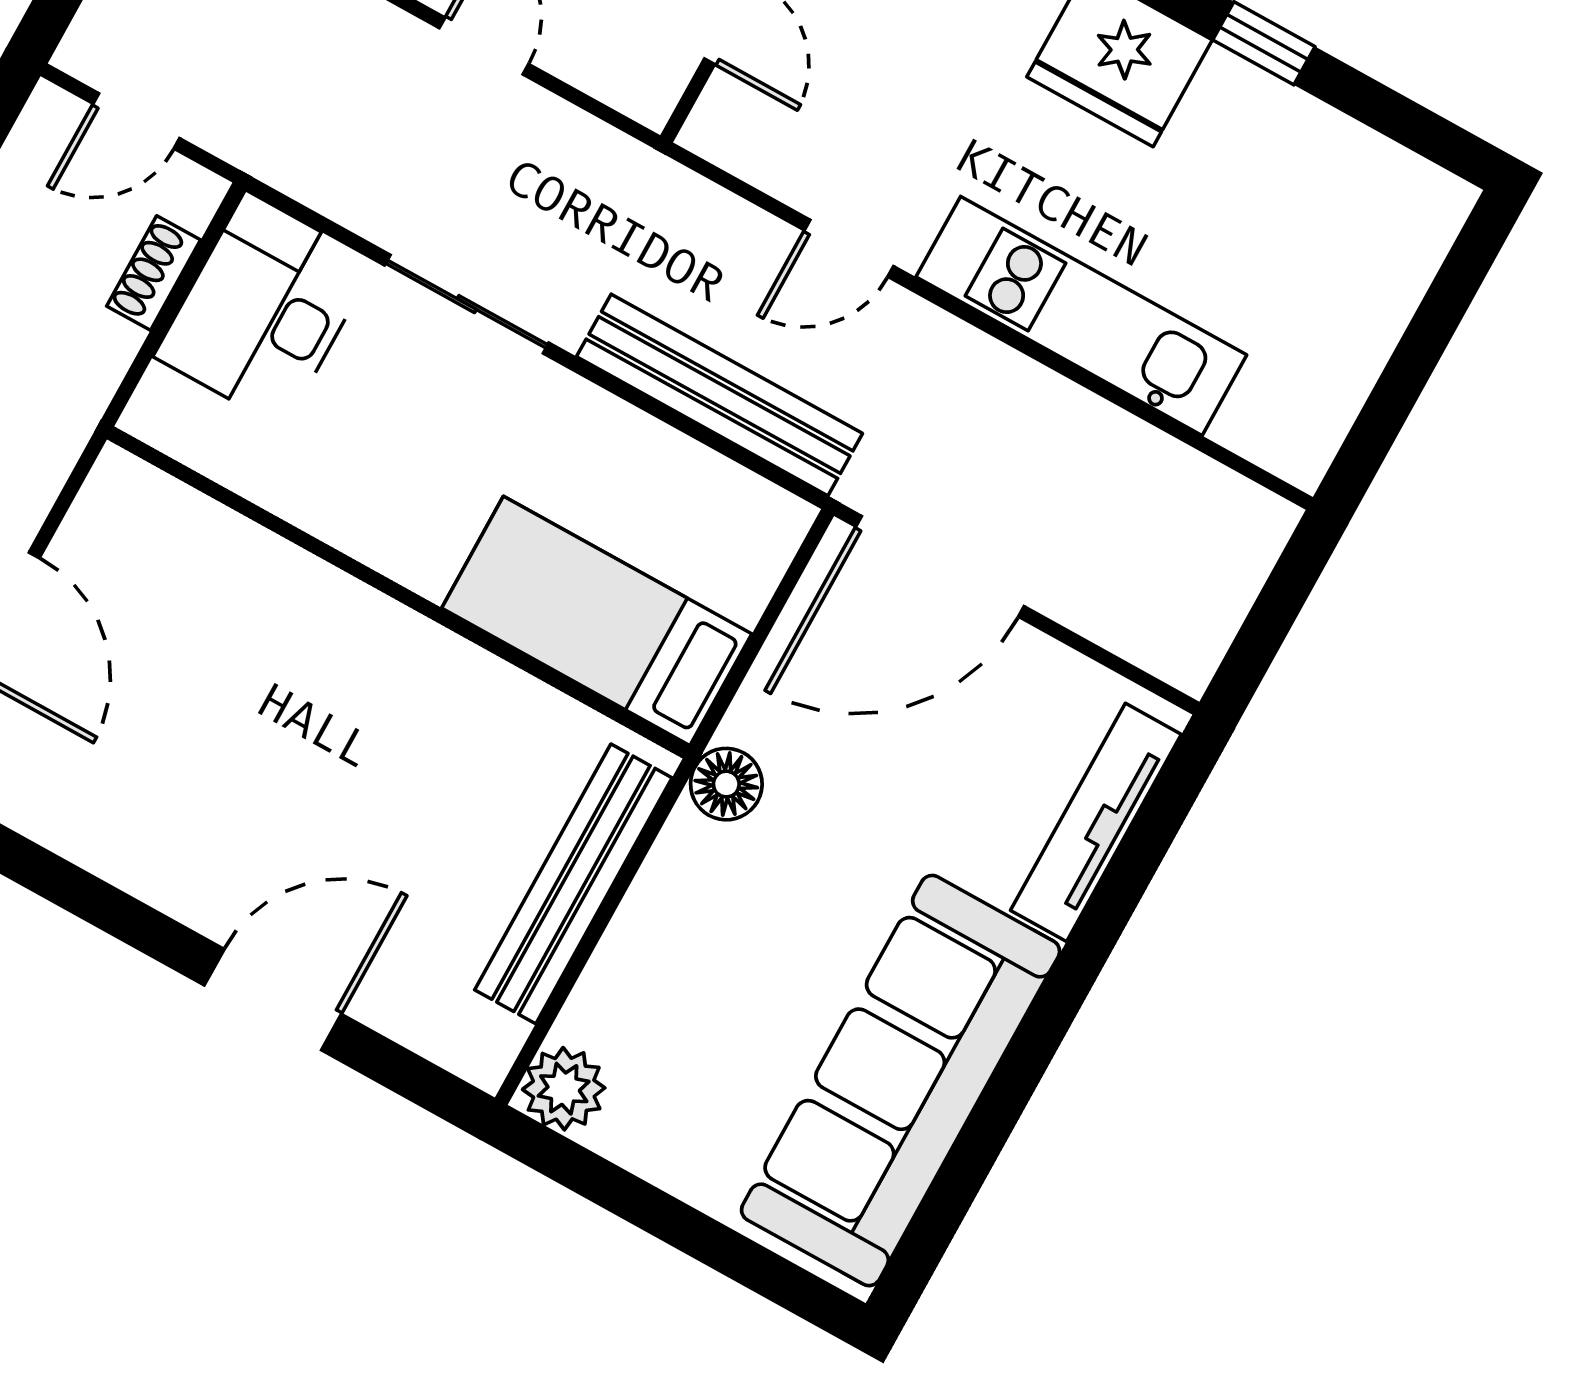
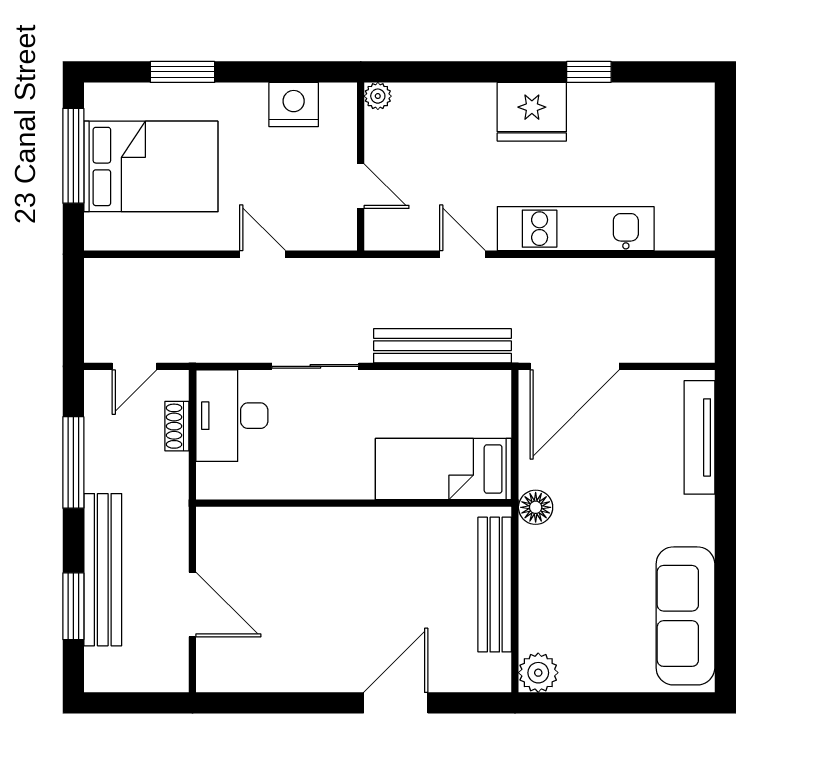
door: (849, 248) -> (463, 254), swing flipped
sofa: (901, 1081) -> (685, 616), width x0.74, depth x0.79

